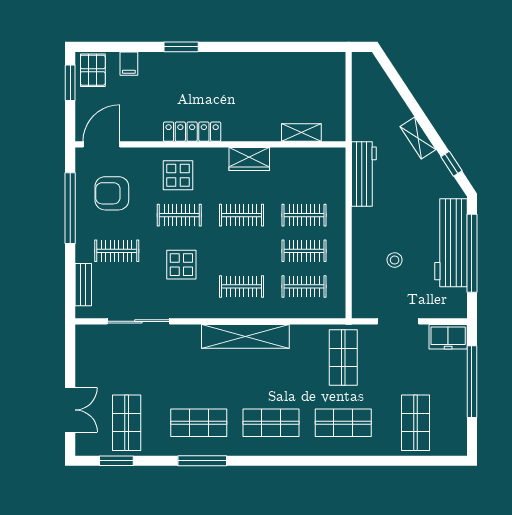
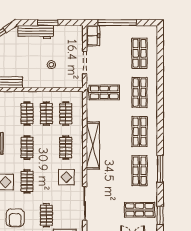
workbench: (451, 243) -> (36, 32), width x0.73, depth x0.76
window: (472, 253) -> (48, 23), width x0.47
display table: (181, 265) -> (66, 177), moved
shop shelf: (415, 423) -> (140, 53), turned 90

